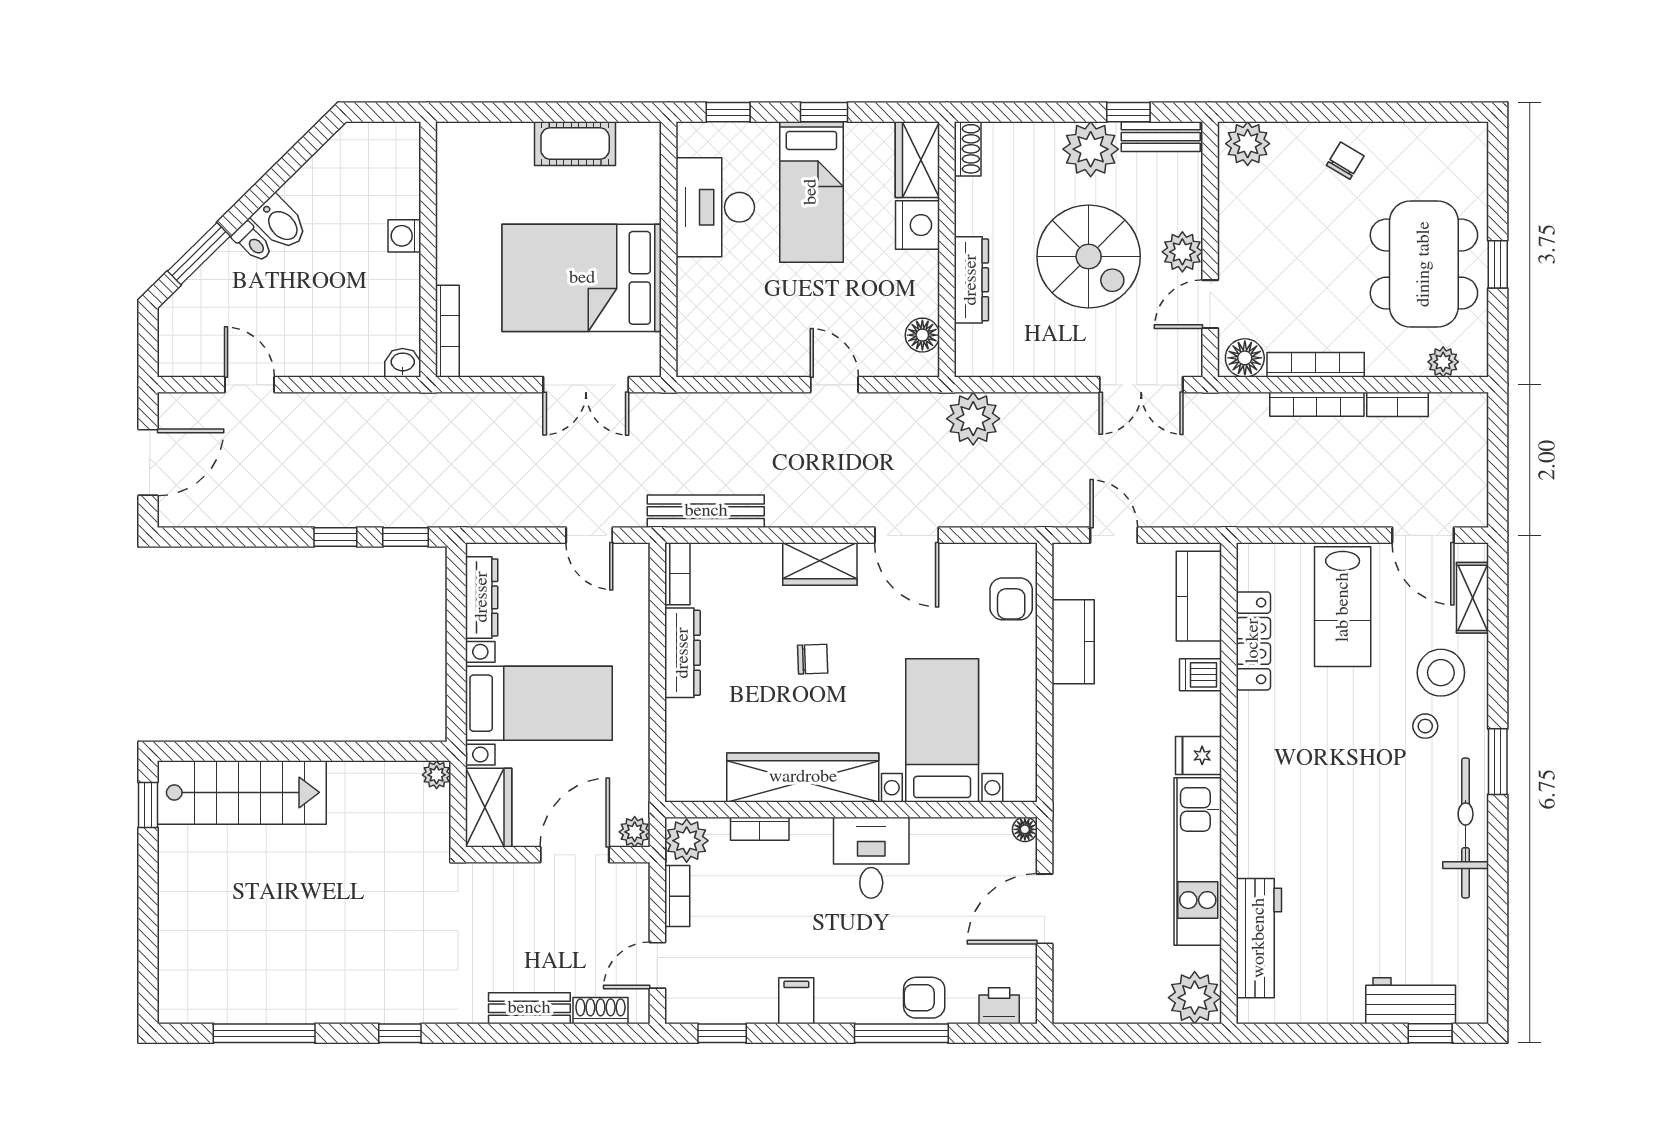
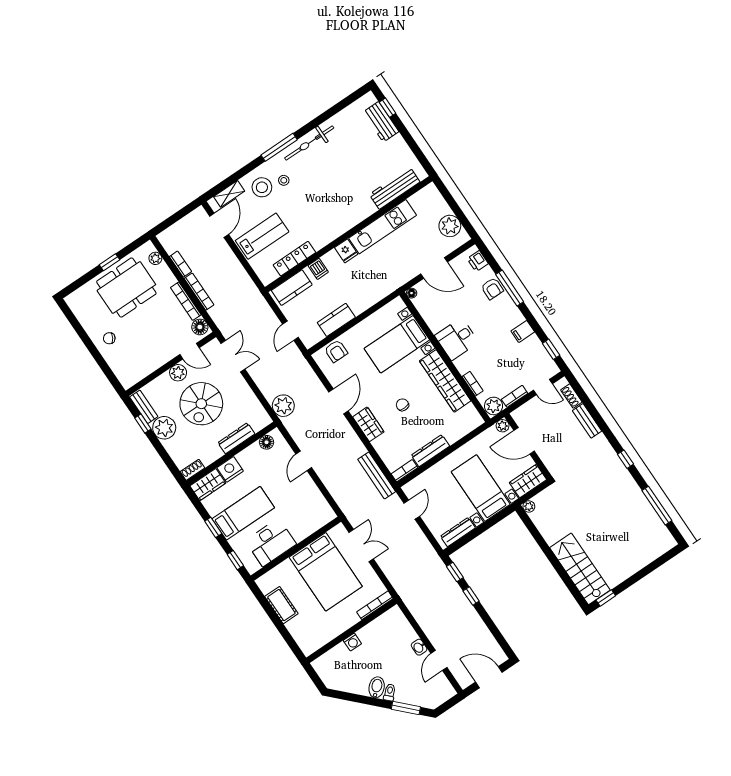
plant: (1248, 144) -> (126, 376), removed
spiral stairs: (1089, 257) -> (201, 404), turned 180
washbasin: (403, 363) -> (419, 647), moved
armchair: (1011, 599) -> (336, 351), turned 90
window: (1498, 762) -> (279, 147), width x1.44
plant: (1195, 998) -> (450, 226), moved

